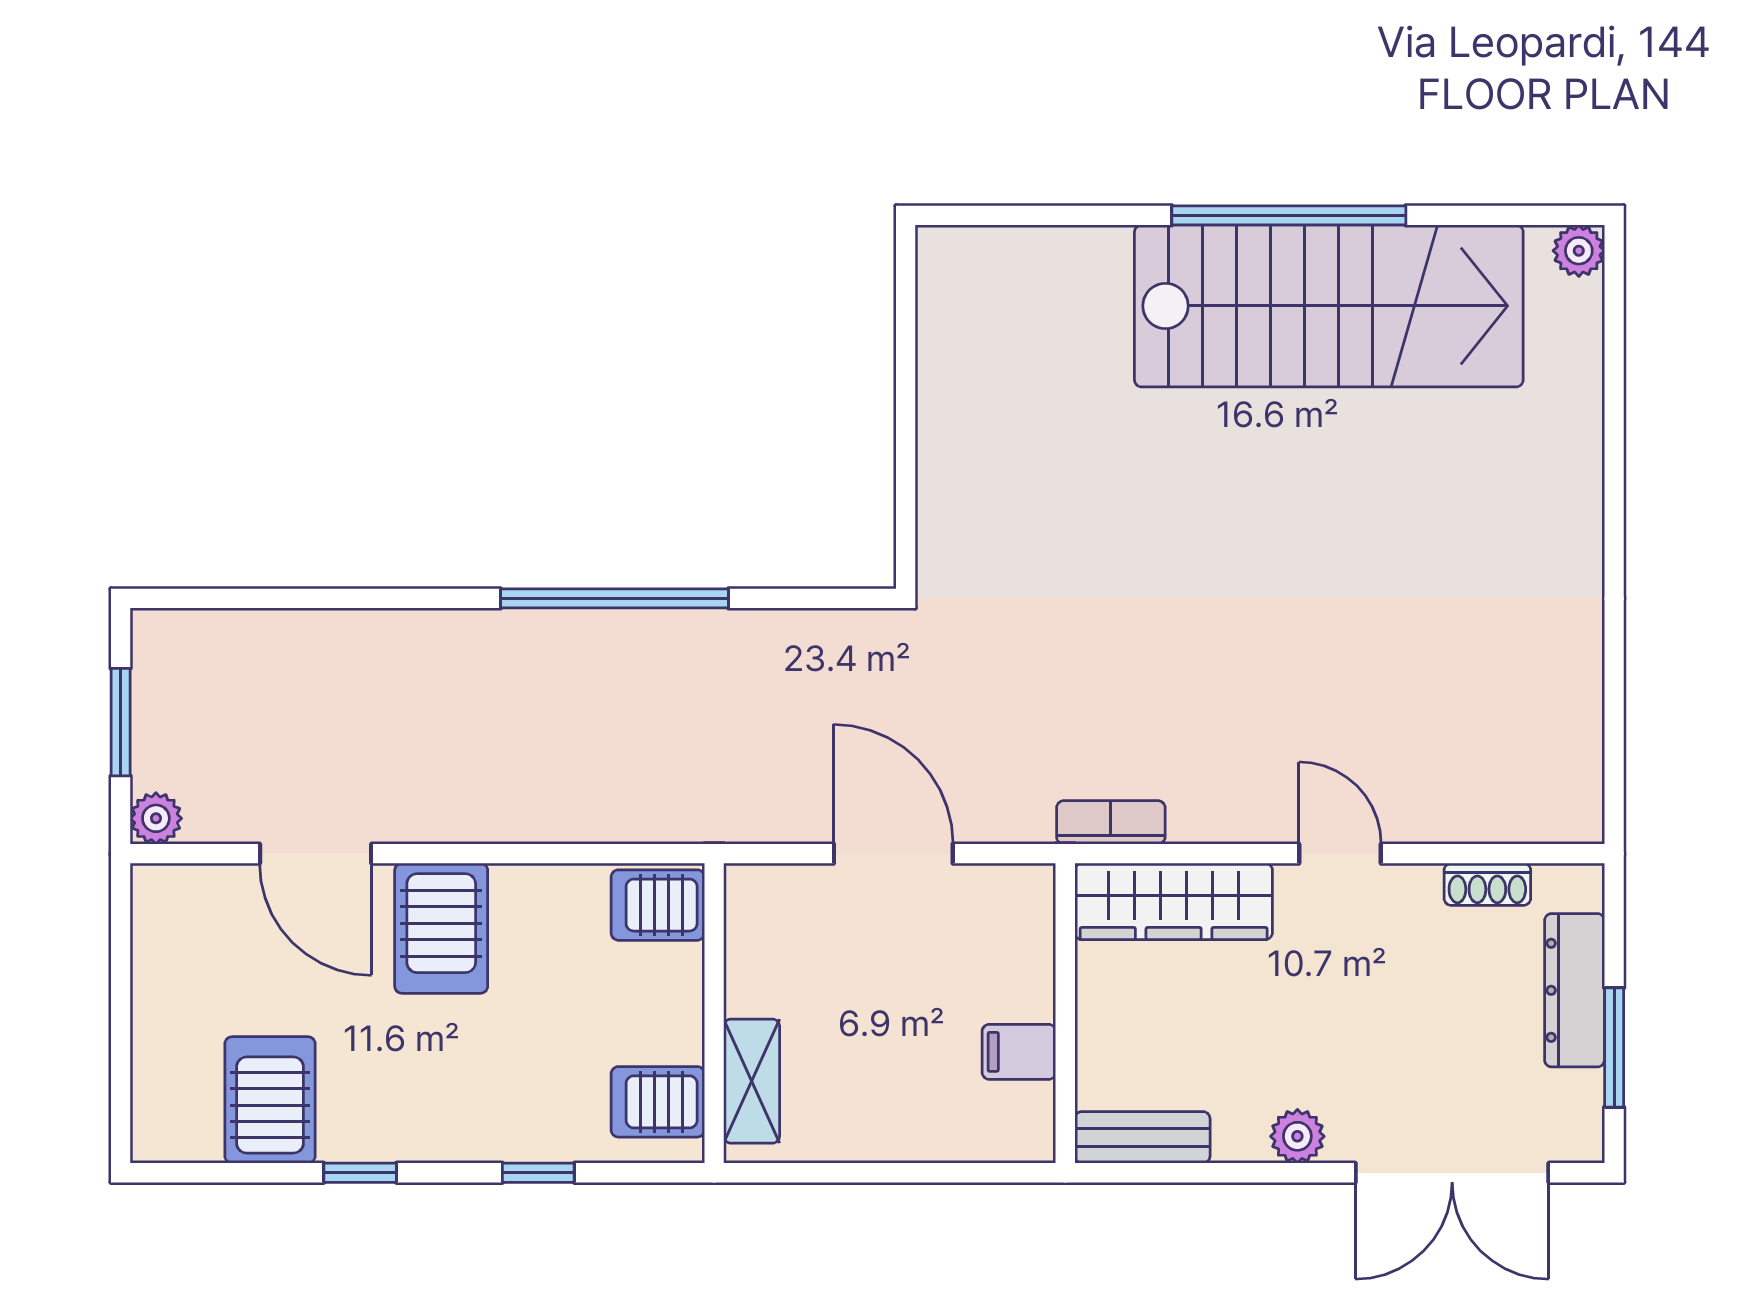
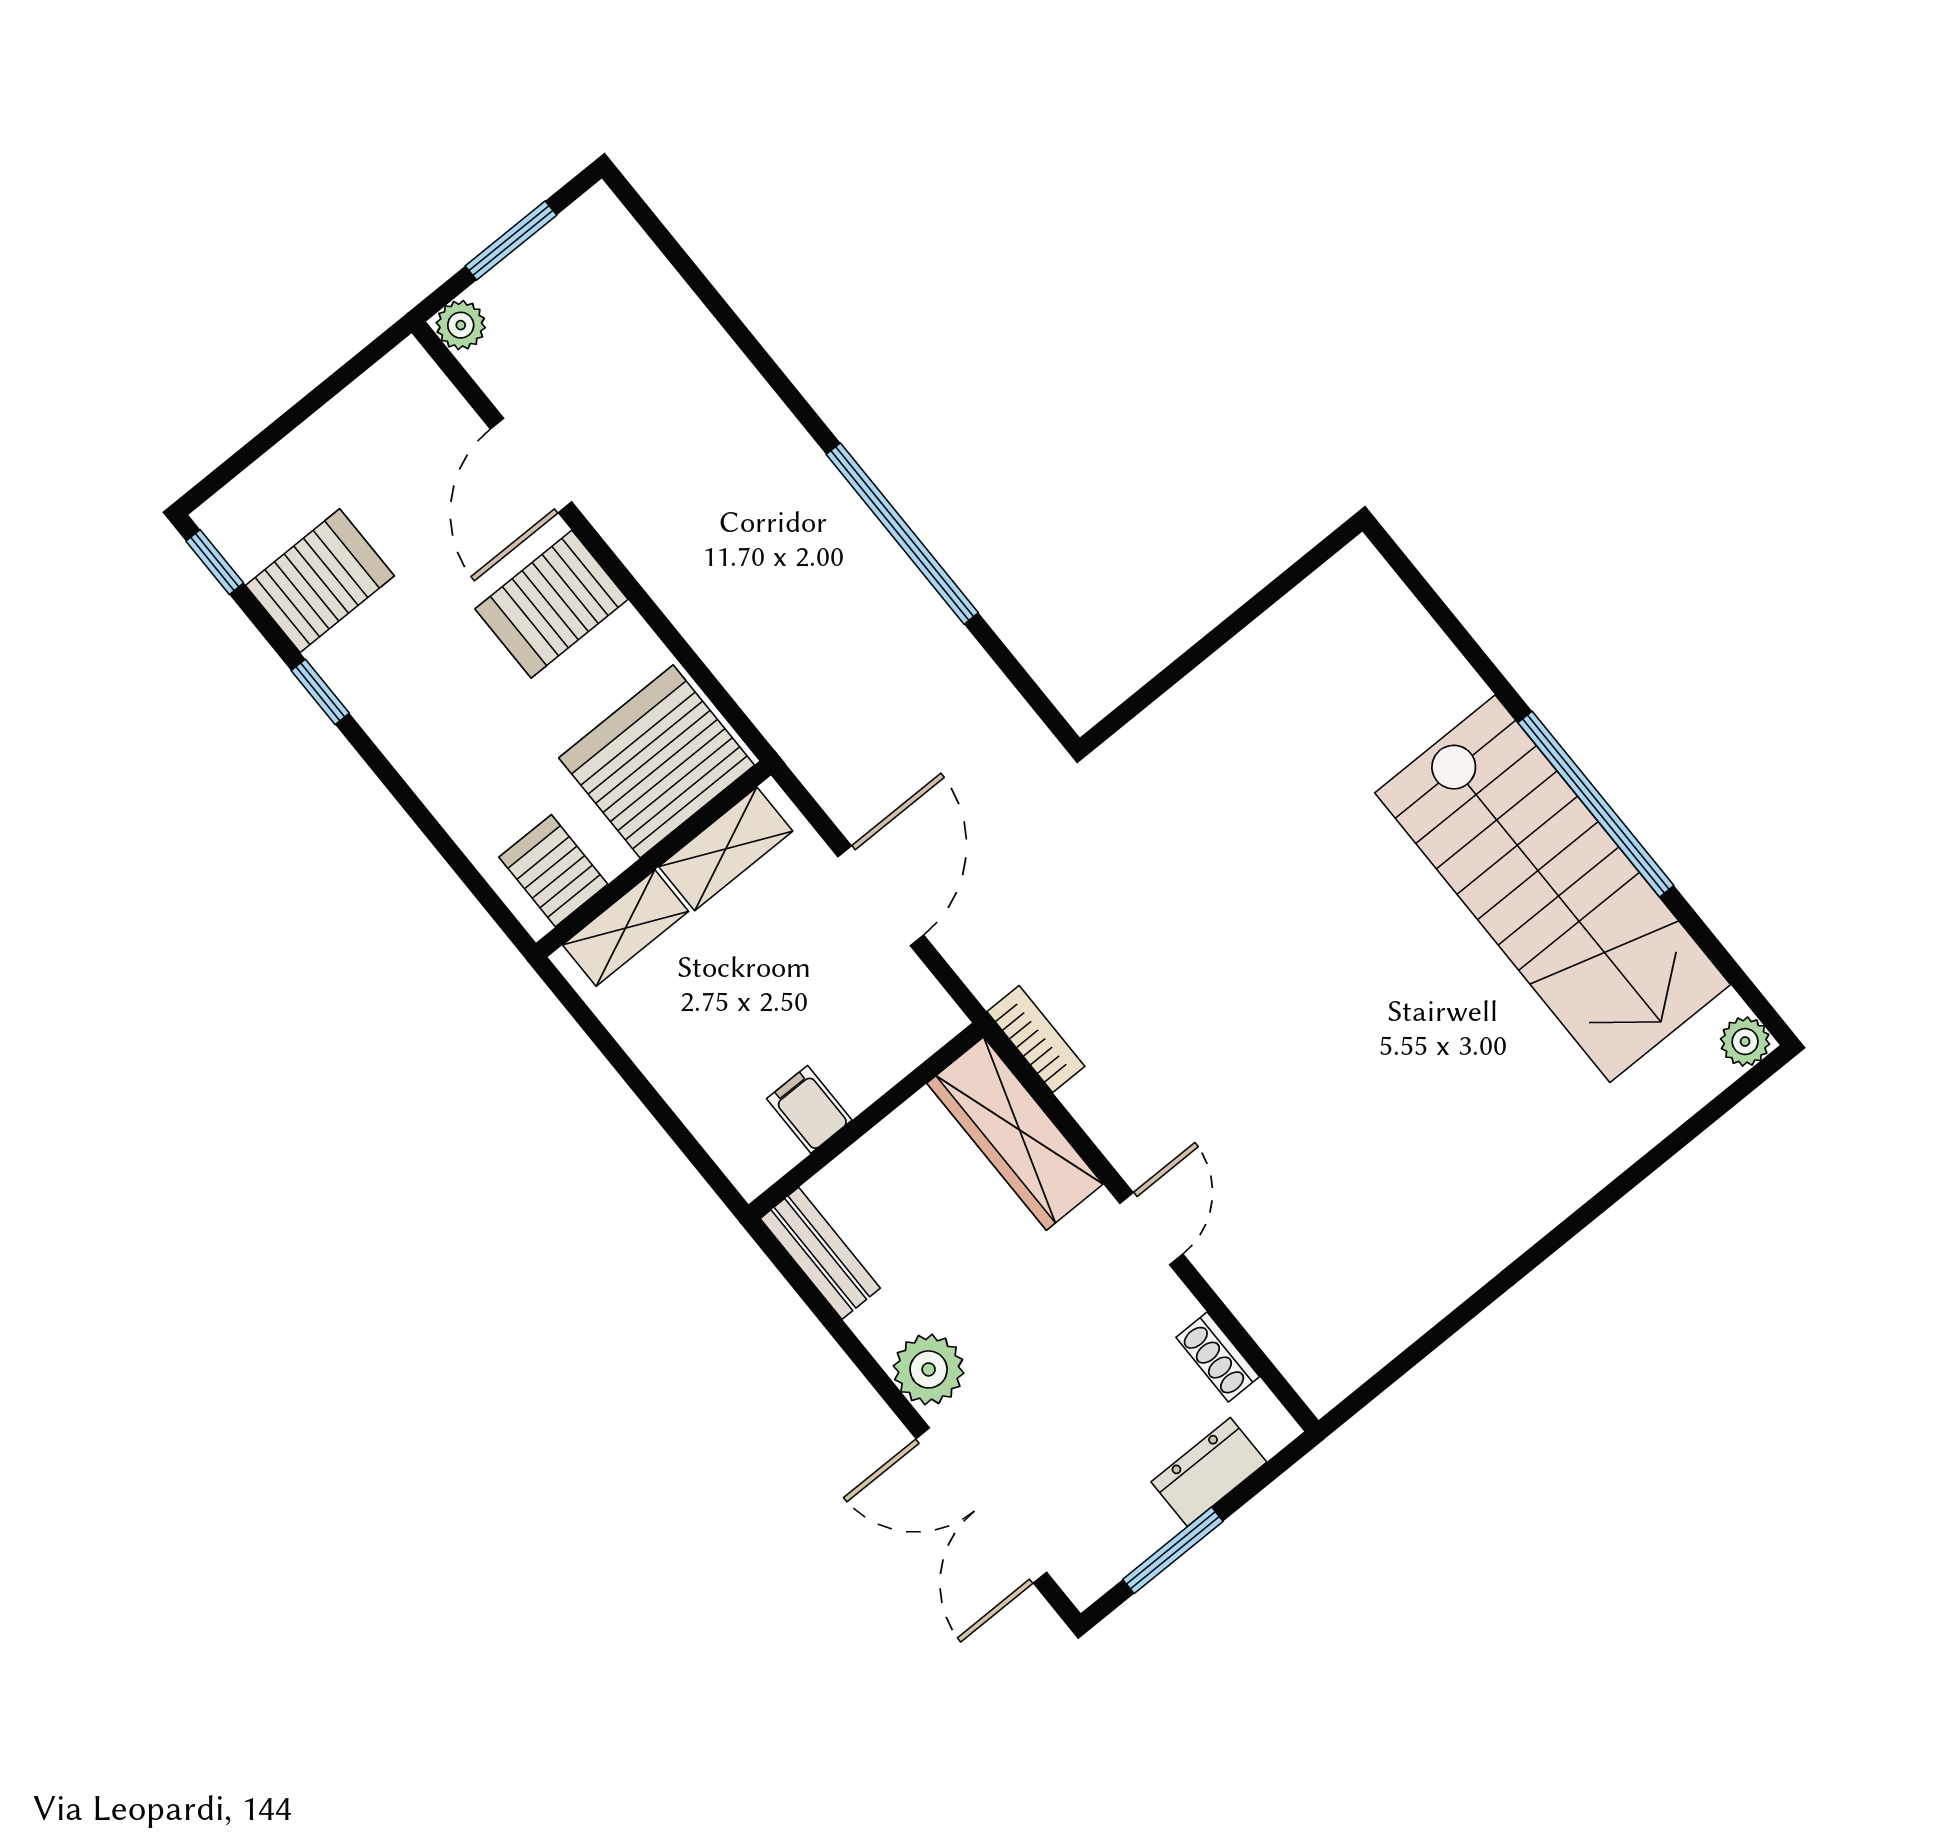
server rack: (658, 905) -> (657, 762), width x2.18, depth x1.44
shelving: (753, 948) -> (726, 849), added
dresser: (1575, 990) -> (1209, 1472), width x0.70
plant: (1297, 1136) -> (929, 1369), width x1.38, depth x1.38
window: (538, 1173) -> (215, 562), moved

